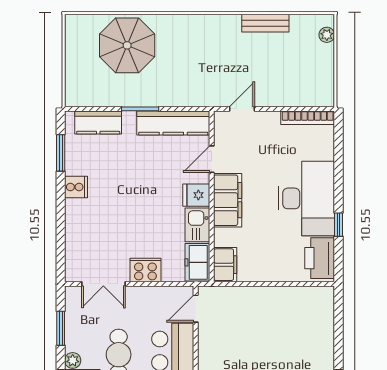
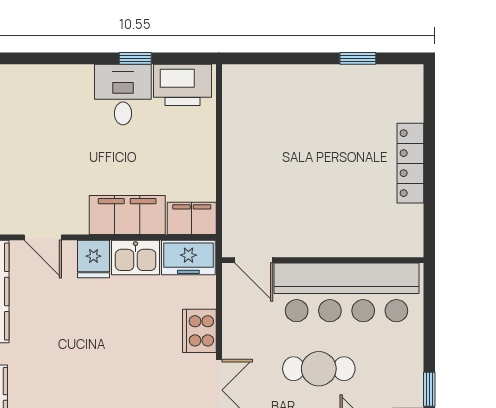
desk: (306, 198) -> (123, 95), width x0.53, depth x0.77
filing cabinet: (228, 200) -> (127, 215), moved

